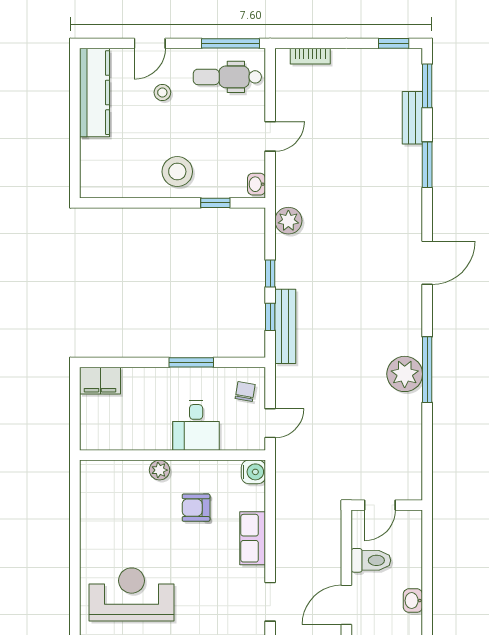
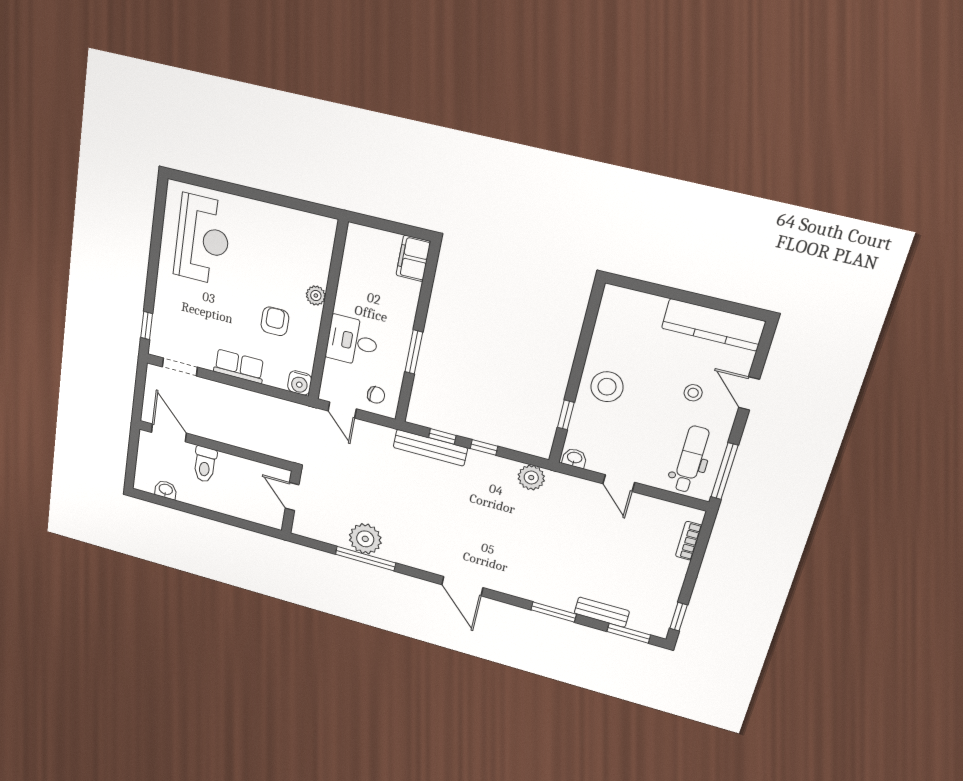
door: (380, 505) -> (292, 497), moved
wall: (387, 505) -> (291, 502), moved

